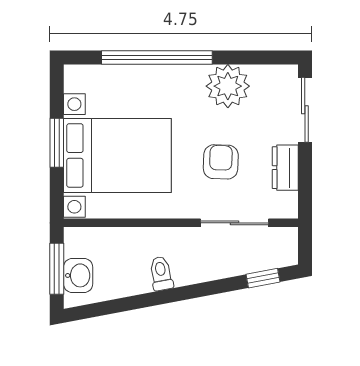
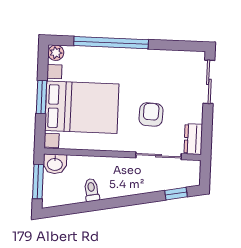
plant: (228, 86) -> (56, 53), moved, width x0.53, depth x0.53
dresser: (285, 168) -> (193, 139), moved
toilet: (161, 273) -> (92, 190), moved
washbasin: (78, 275) -> (55, 164), moved, turned 90

